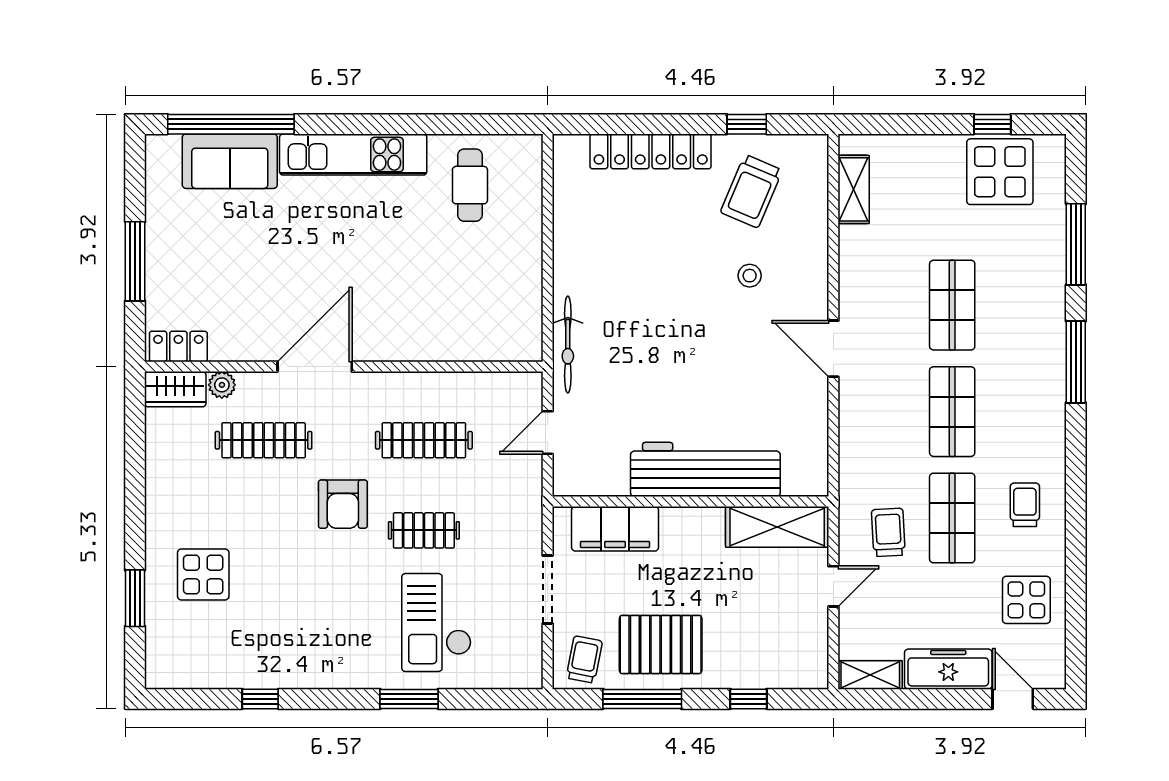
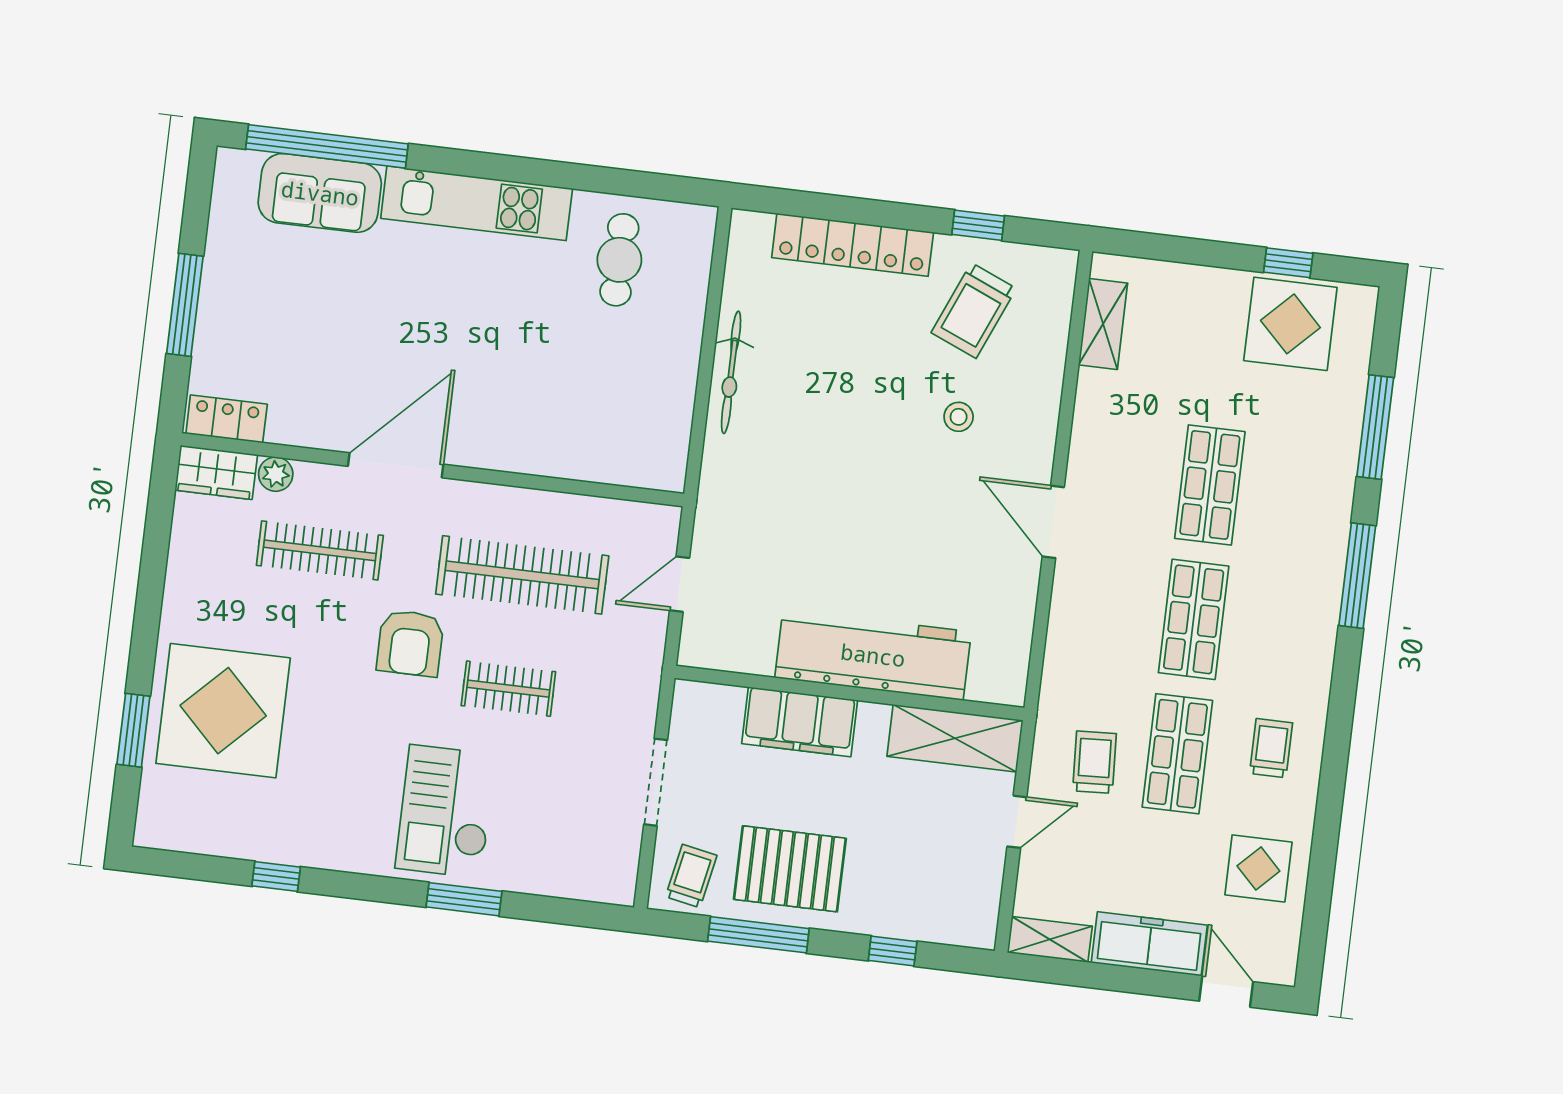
bicycle: (568, 345) -> (731, 372), moved
clothes rail: (424, 440) -> (522, 575), width x1.37, depth x1.31
filing cabinet: (615, 529) -> (800, 722), moved
display table: (203, 575) -> (223, 711), width x1.86, depth x1.86
checkout: (436, 623) -> (446, 811), moved

